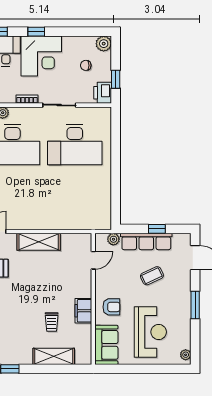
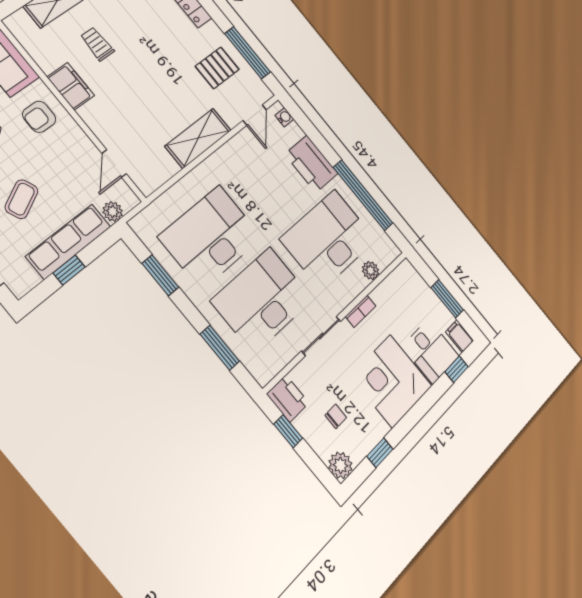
window: (36, 32) -> (380, 453), moved
window: (116, 141) -> (220, 348), added
desk: (75, 192) -> (211, 237), added
window: (116, 194) -> (160, 275), added

